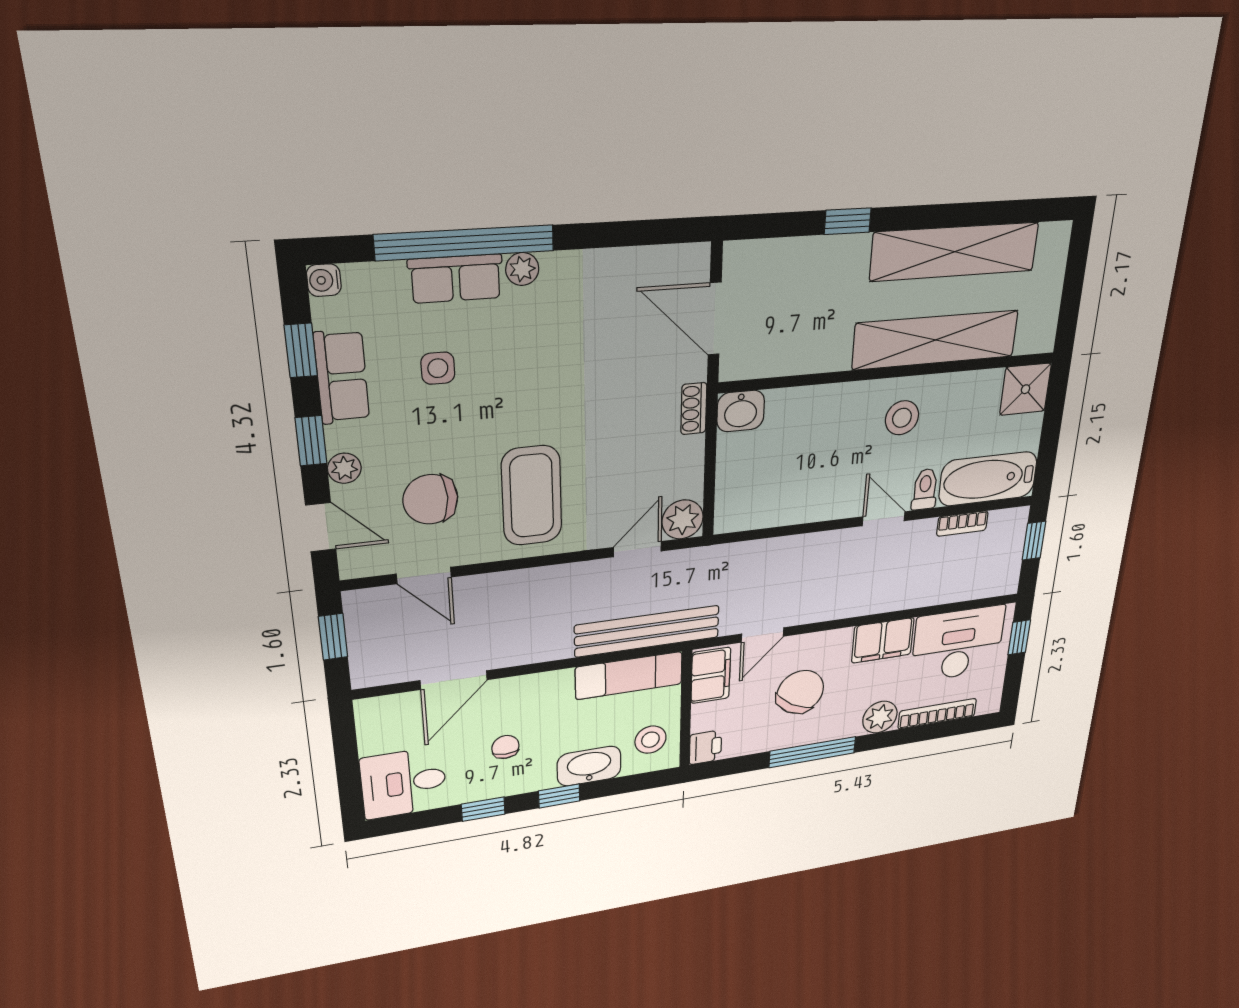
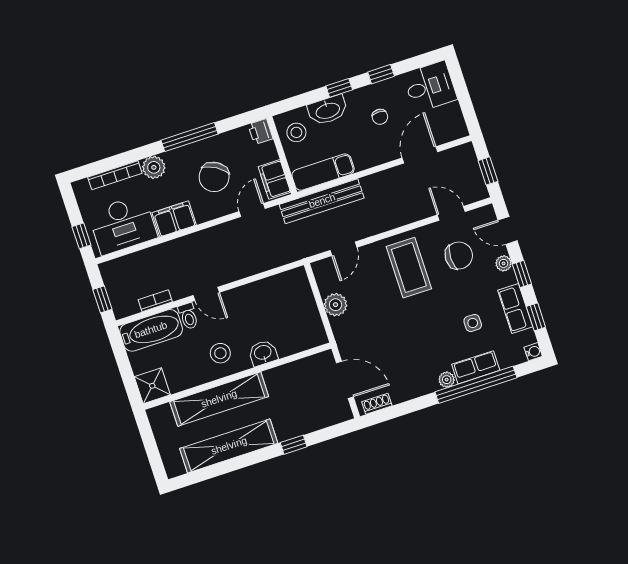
shoe rack: (694, 409) -> (377, 404), moved, turned -90
washbasin: (741, 411) -> (263, 353), moved
plant: (683, 519) -> (336, 305), moved

